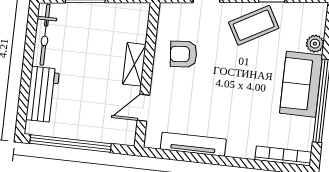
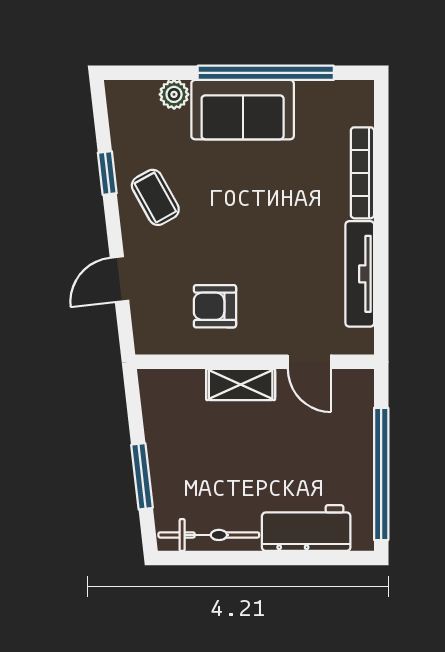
coffee table: (254, 25) -> (155, 197), width x0.73, depth x0.77
armchair: (184, 54) -> (215, 306), turned 95
bookcase: (283, 156) -> (362, 173), moved

